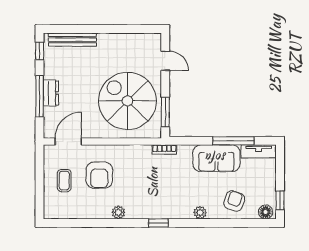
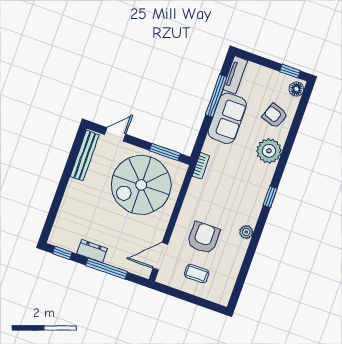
bench: (72, 40) -> (85, 156), moved
dresser: (51, 93) -> (92, 251), moved
door: (68, 142) -> (160, 256), hinge flipped
armchair: (99, 175) -> (203, 238), turned -90
plant: (200, 213) -> (269, 151), width x1.88, depth x1.88

